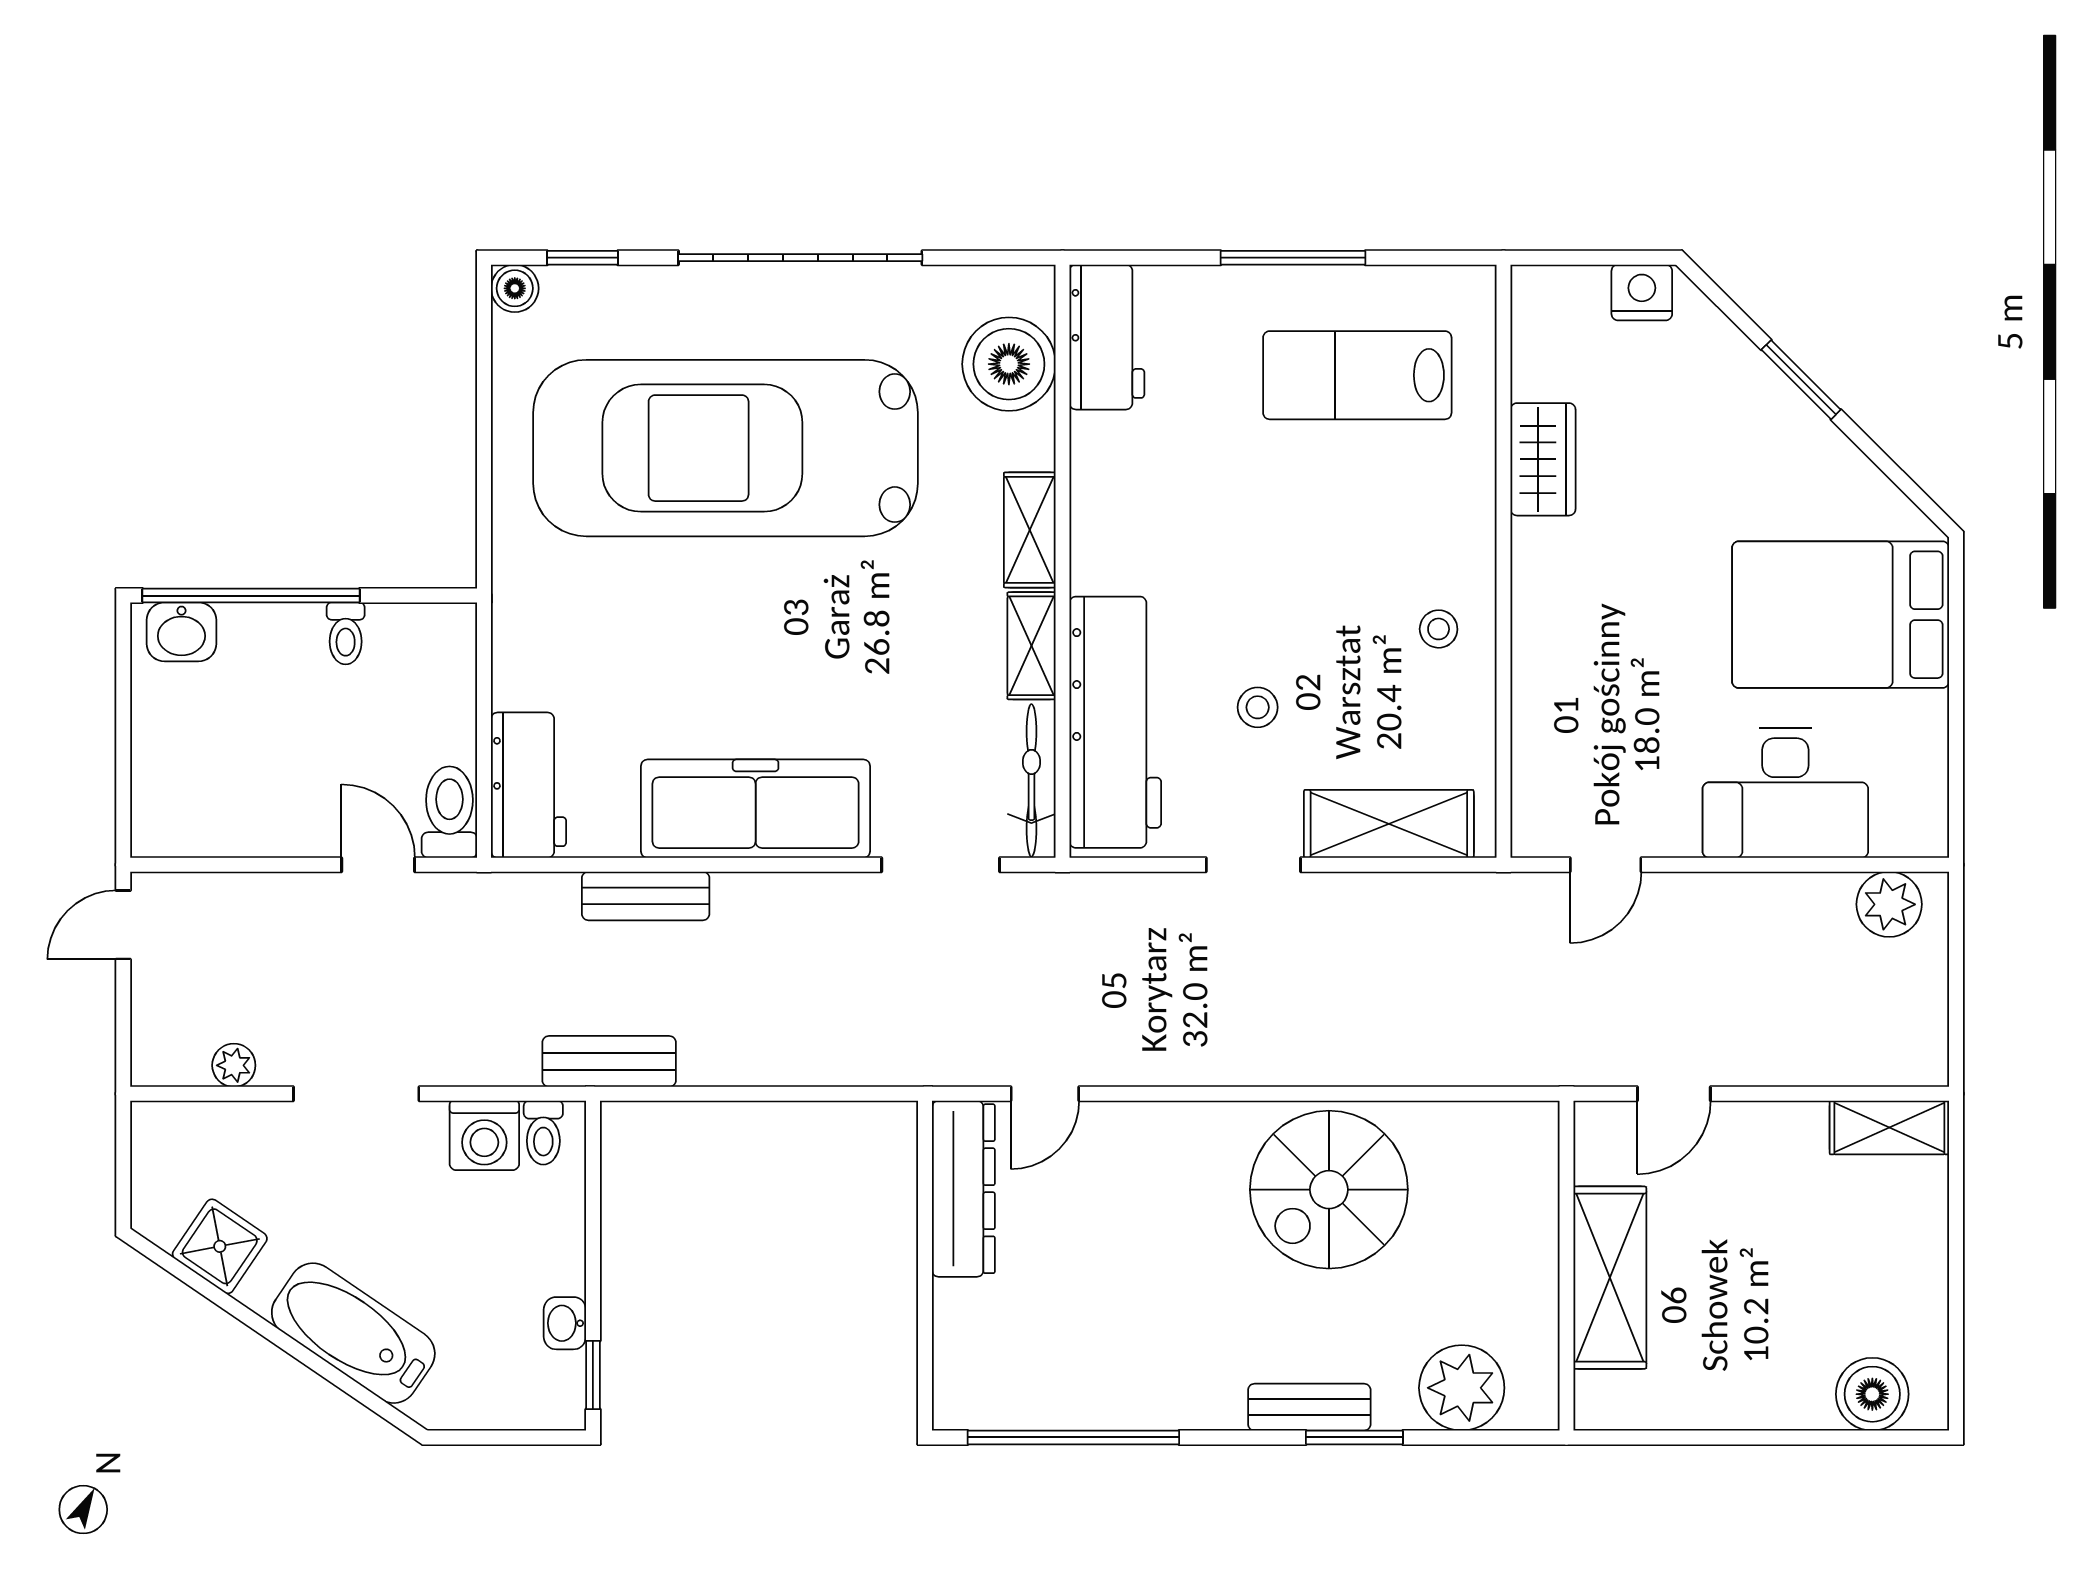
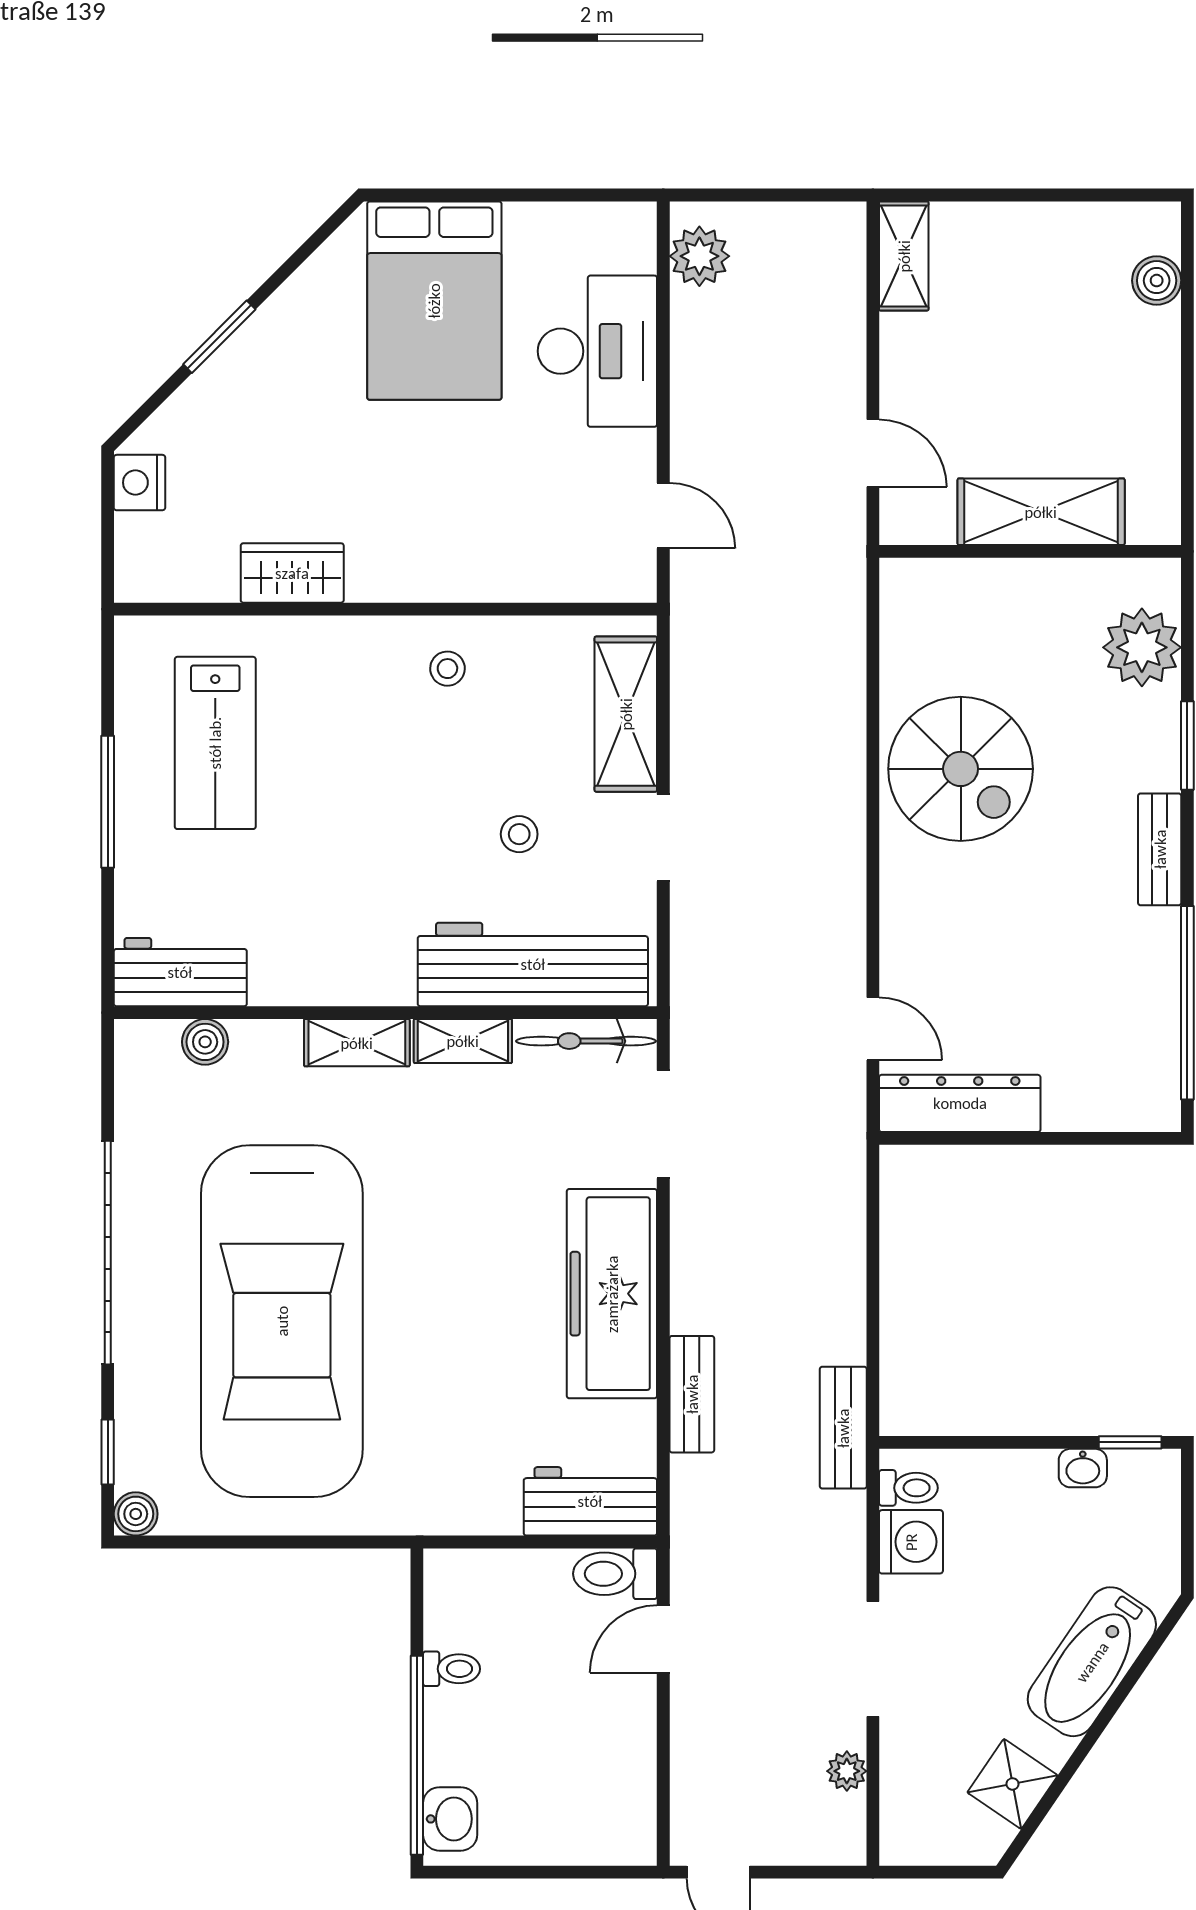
boiler: (1009, 364) -> (205, 1042), width x0.54, depth x0.54
boiler: (1872, 1394) -> (1157, 281), width x0.73, depth x0.73
bench: (1309, 1407) -> (1160, 849), moved

